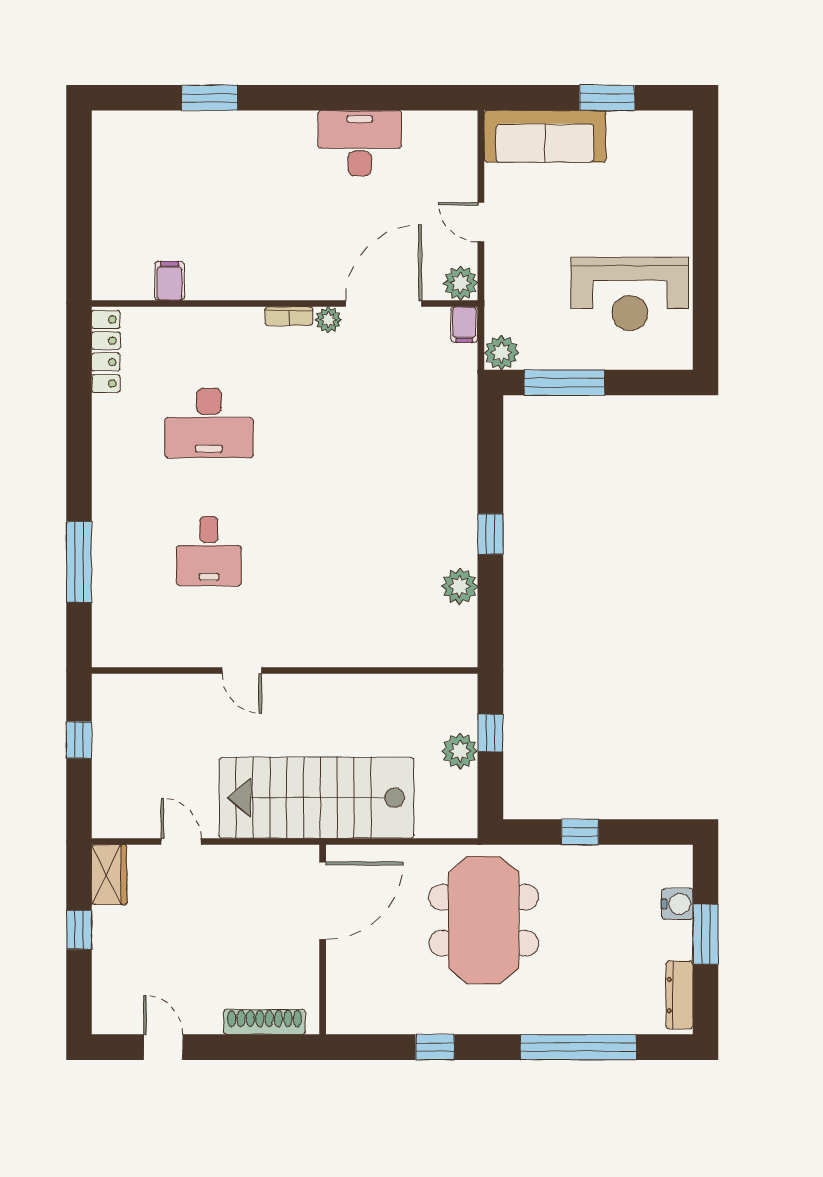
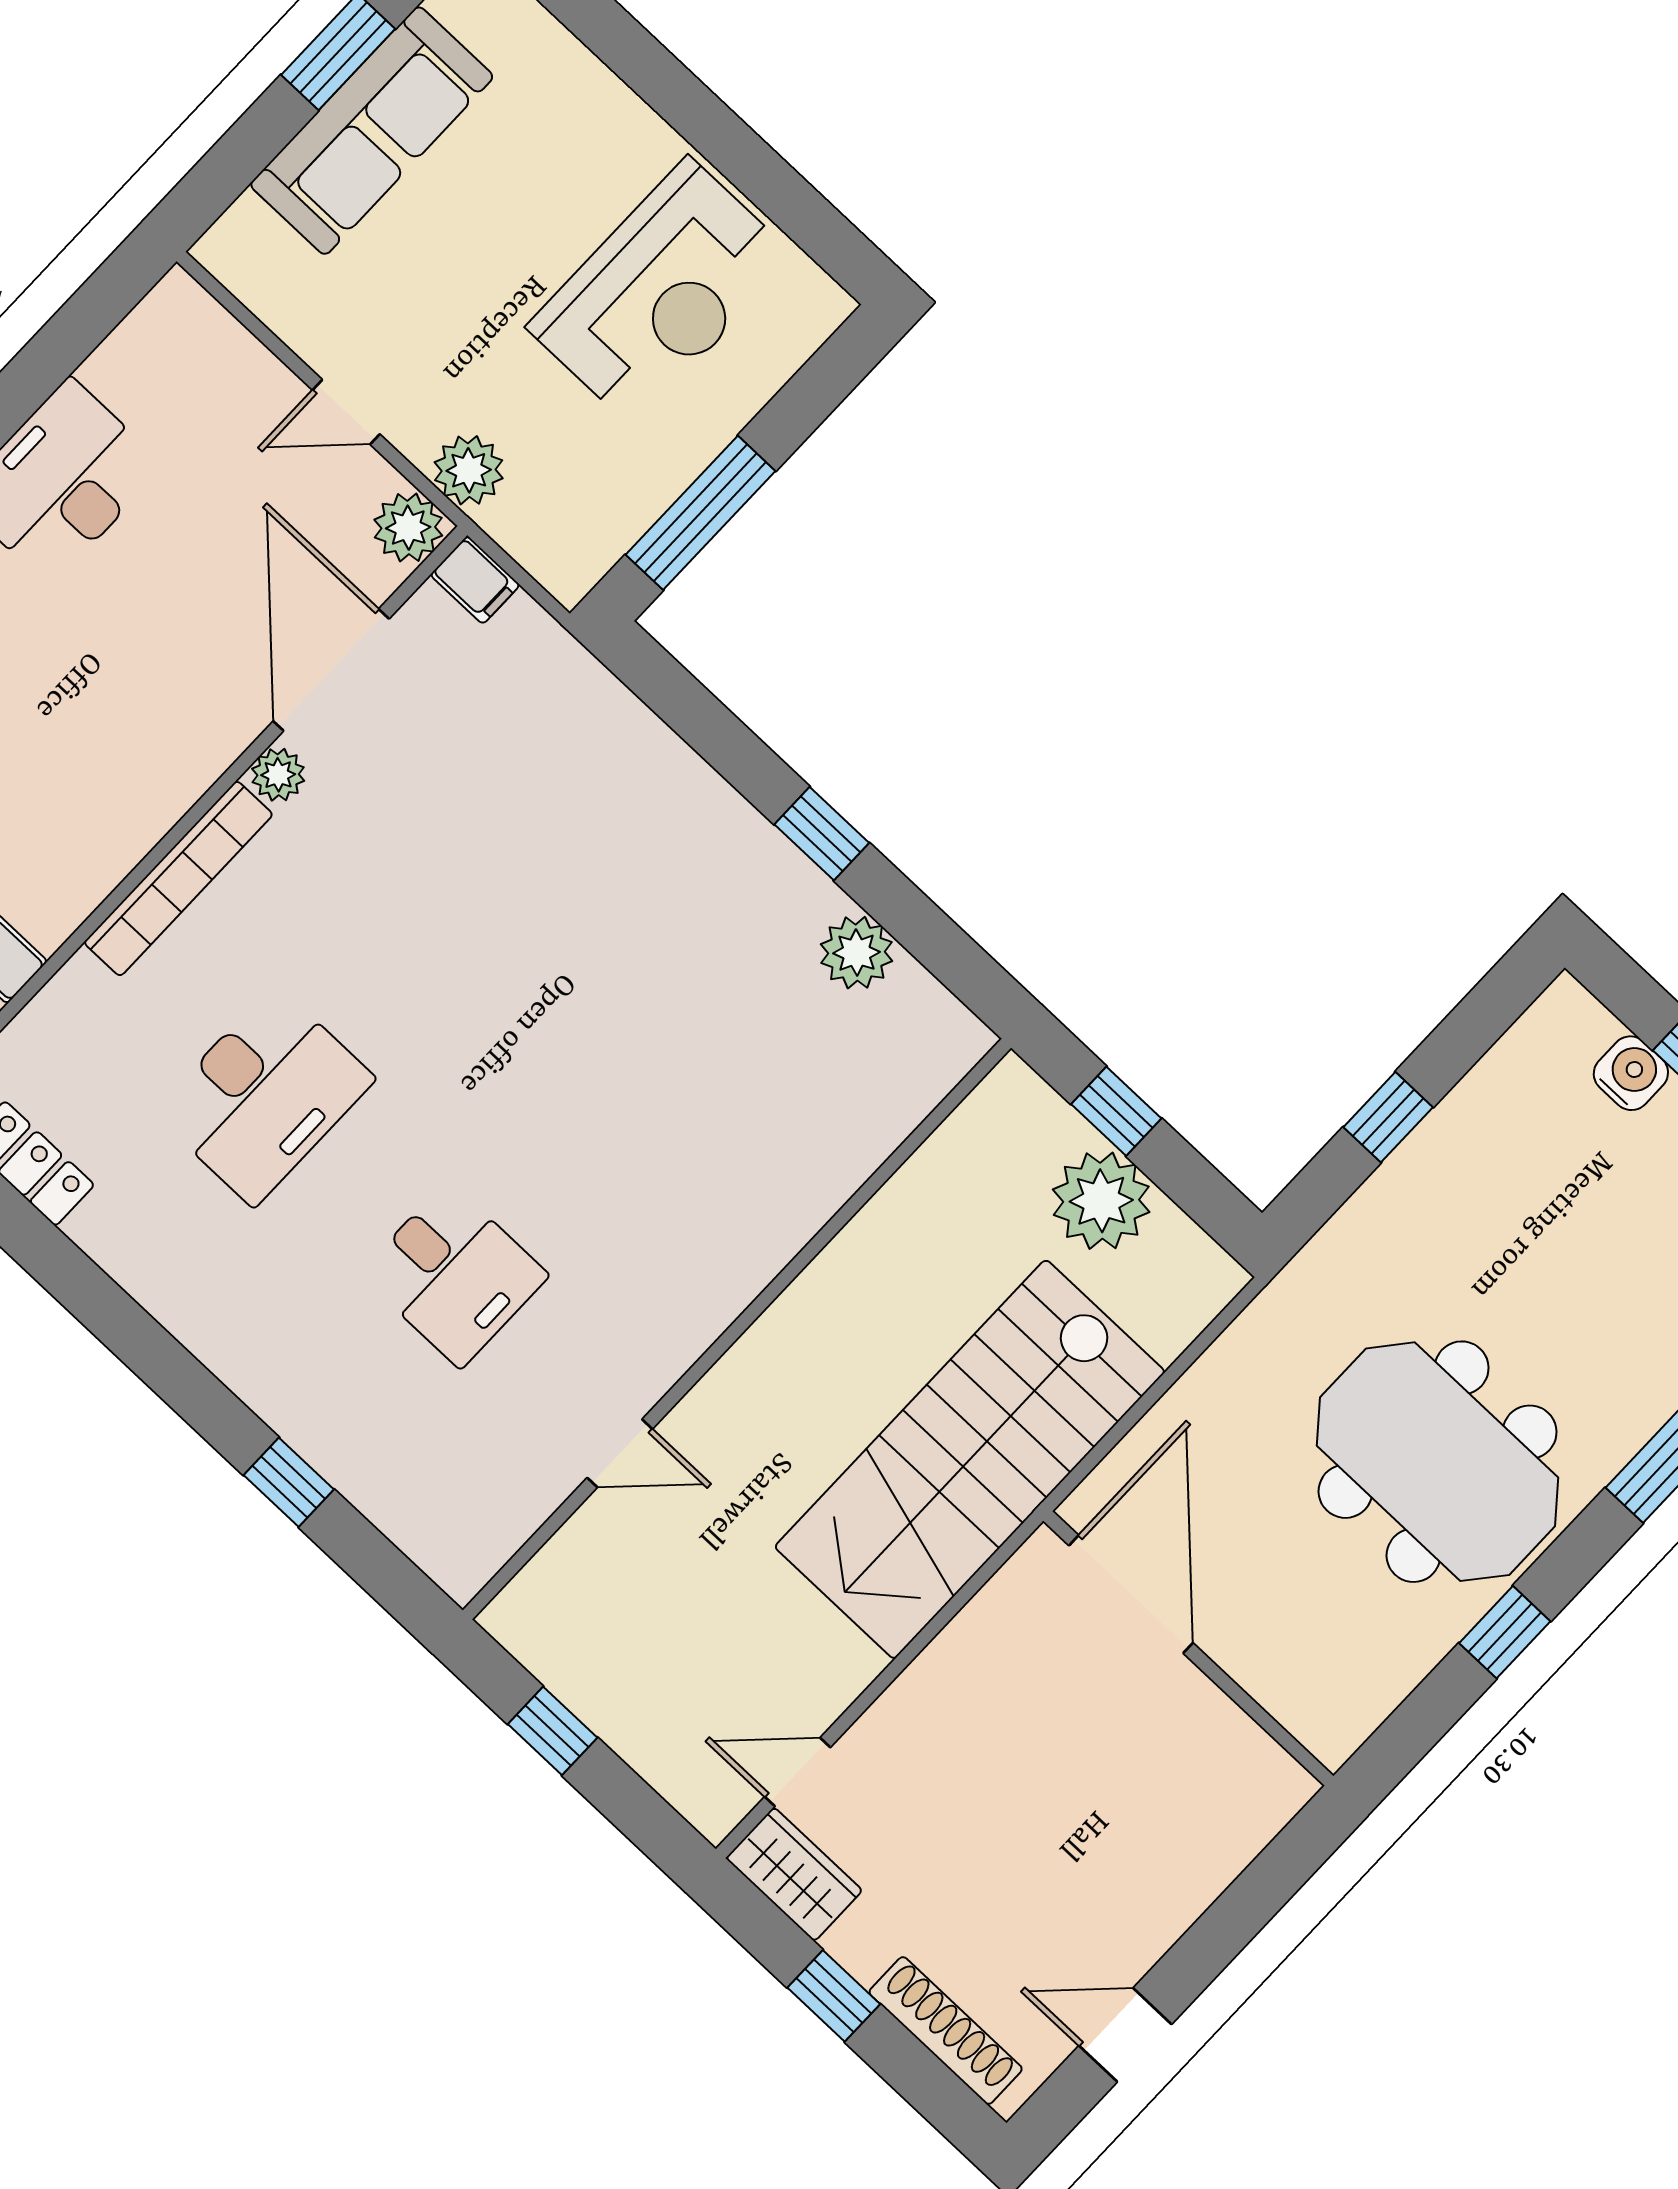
sofa: (545, 136) -> (372, 131), moved
bookcase: (289, 316) -> (178, 879), width x2.31, depth x1.31
plant: (501, 353) -> (469, 470), moved
window: (79, 562) -> (289, 1482), width x0.46
door: (242, 671) -> (620, 1453), moved
plant: (460, 751) -> (1101, 1201), width x1.36, depth x1.36
door: (181, 841) -> (798, 1772), moved
meeting table: (484, 920) -> (1438, 1462), moved
shoe rack: (264, 1022) -> (946, 2031), moved, turned 90

